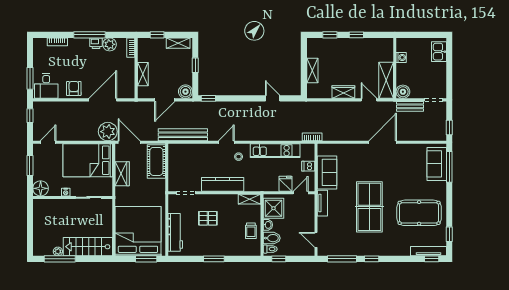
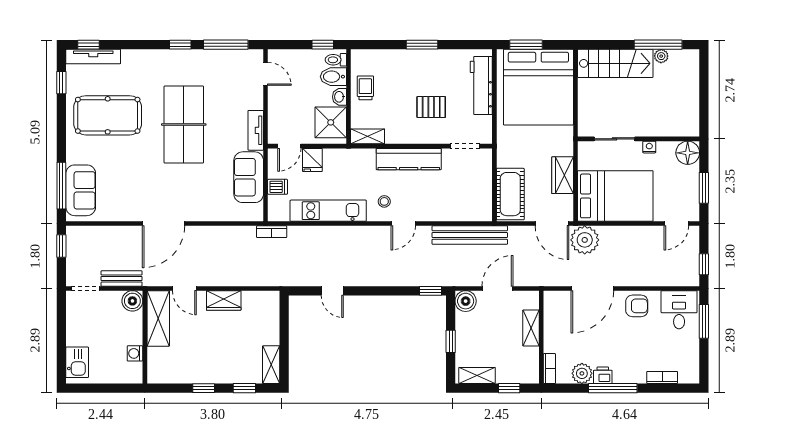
shelving: (312, 71) -> (271, 365), moved
armchair: (74, 88) -> (637, 306), turned -90

